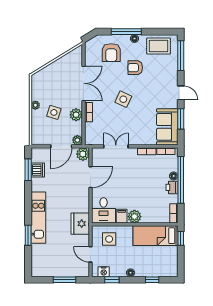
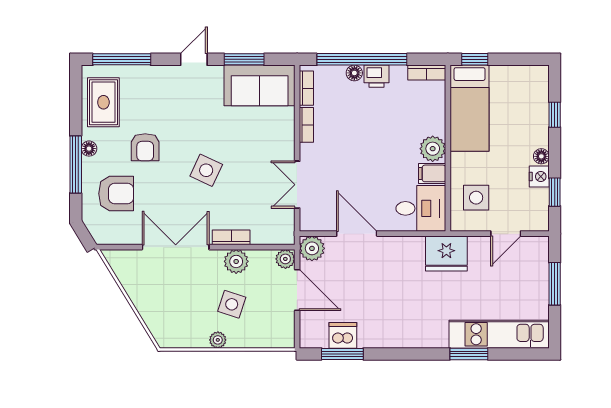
kitchen unit: (38, 218) -> (499, 334), moved
nightstand: (104, 272) -> (539, 176), moved

